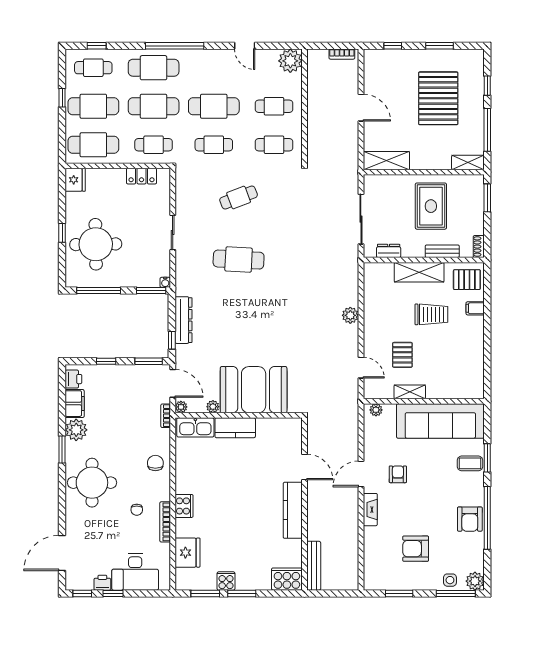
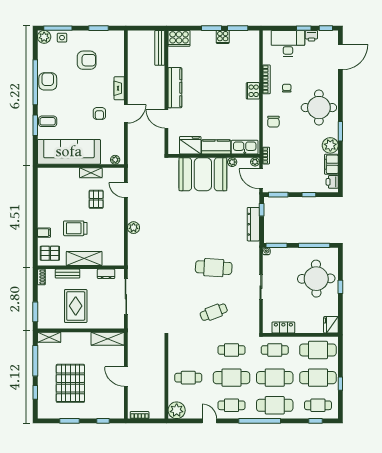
cafe table: (274, 145) -> (231, 405), moved
fridge: (187, 553) -> (190, 145), moved, turned 90

